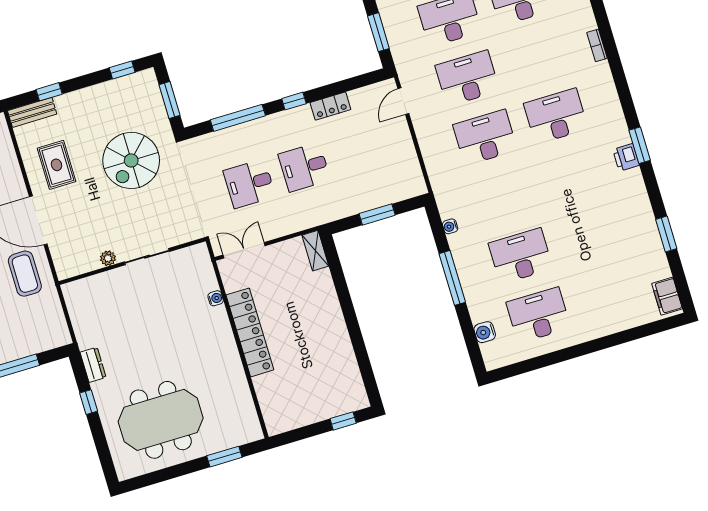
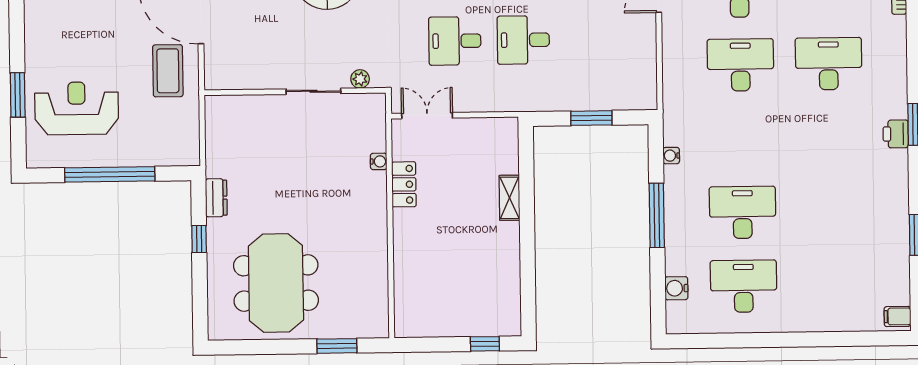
shelving: (315, 251) -> (509, 198), moved
plant: (108, 258) -> (360, 79), moved
filing cabinet: (667, 296) -> (898, 316), width x0.50
locker: (250, 332) -> (404, 184), width x0.46, depth x0.83
meeting table: (161, 420) -> (276, 283), turned 90

